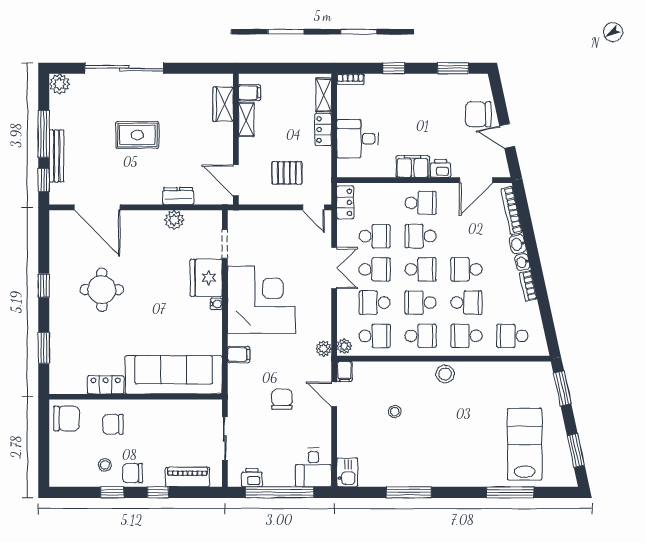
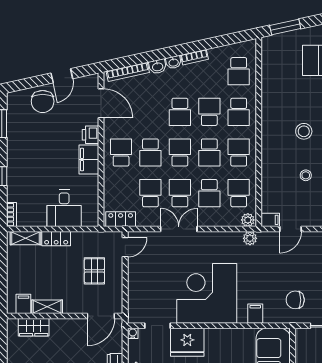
water cooler: (216, 304) -> (133, 333), moved
stool: (445, 374) -> (304, 131), moved
chair: (282, 399) -> (295, 300), moved

